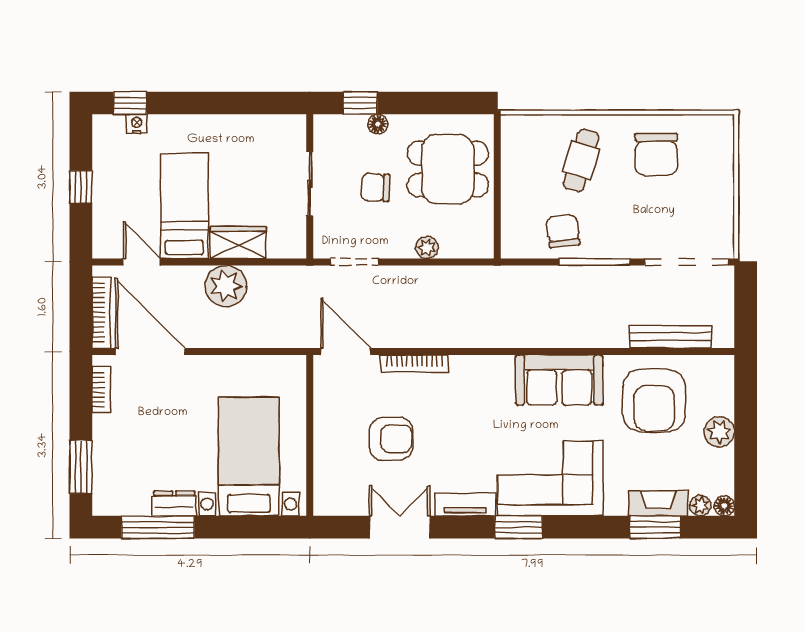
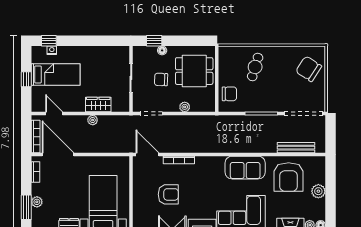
chair: (656, 154) -> (309, 69), moved, turned 123
bed: (184, 206) -> (56, 74), moved, turned 90
chair: (563, 231) -> (229, 94), moved, turned 97
plant: (226, 286) -> (93, 120), width x0.53, depth x0.53
plant: (104, 455) -> (37, 202), added

